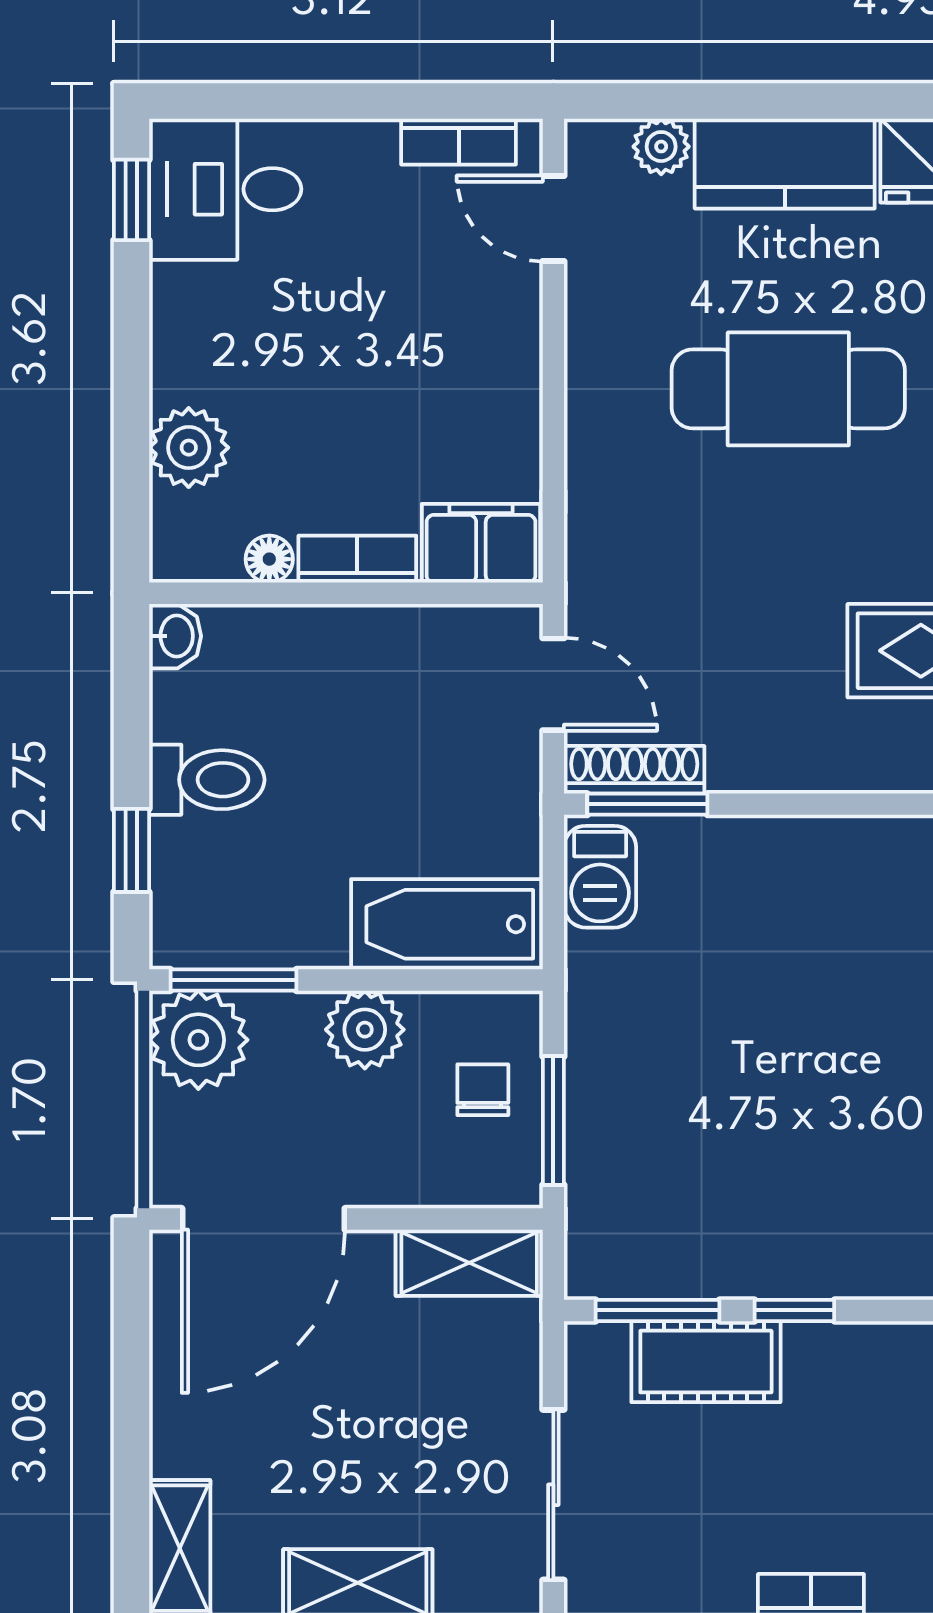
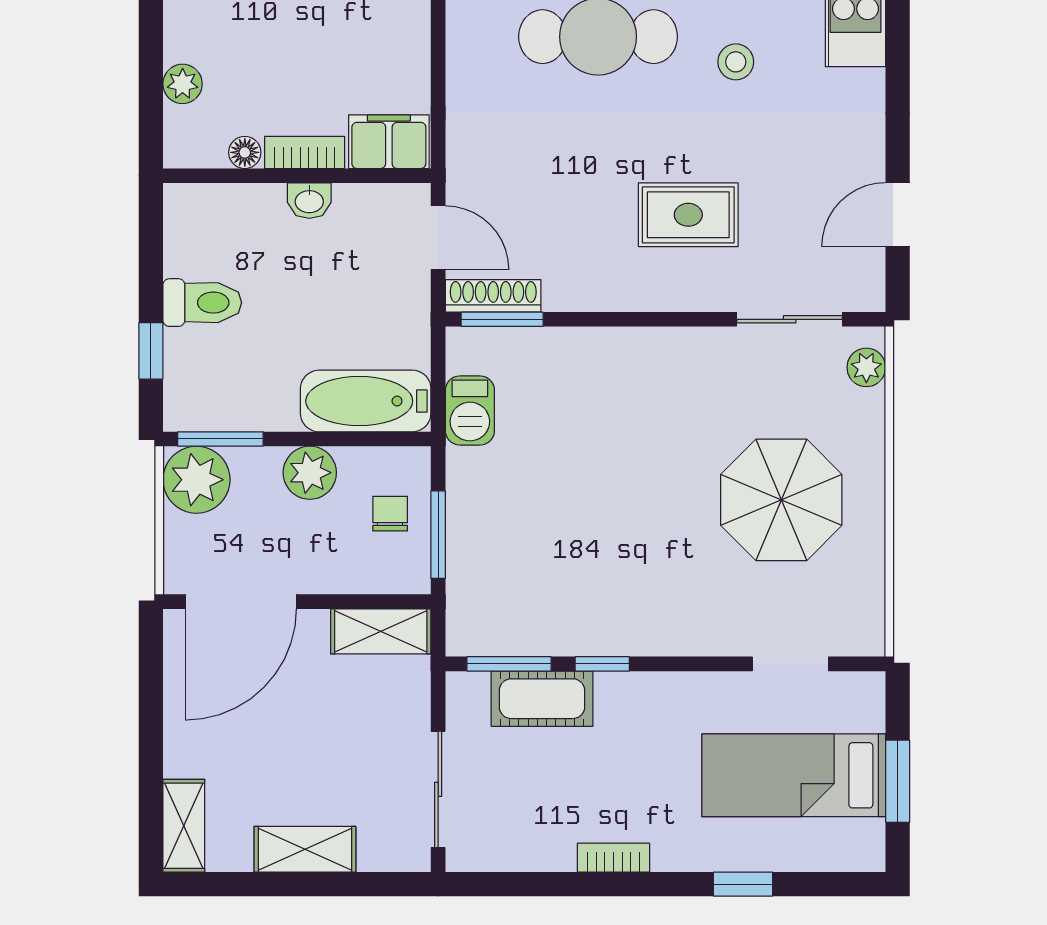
plant: (189, 448) -> (183, 84), width x0.73, depth x0.73
washbasin: (175, 636) -> (309, 201), moved, turned 90
barbecue: (600, 877) -> (470, 410), moved

